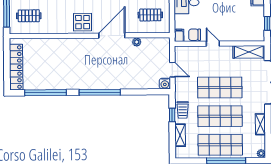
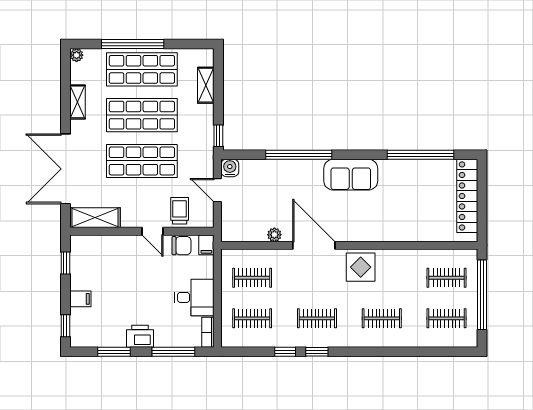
door: (112, 36) -> (314, 245), swing flipped
sofa: (89, 80) -> (351, 175), added
window: (100, 92) -> (299, 155), moved
trolley: (183, 110) -> (180, 211), moved
window: (172, 115) -> (218, 136), moved

